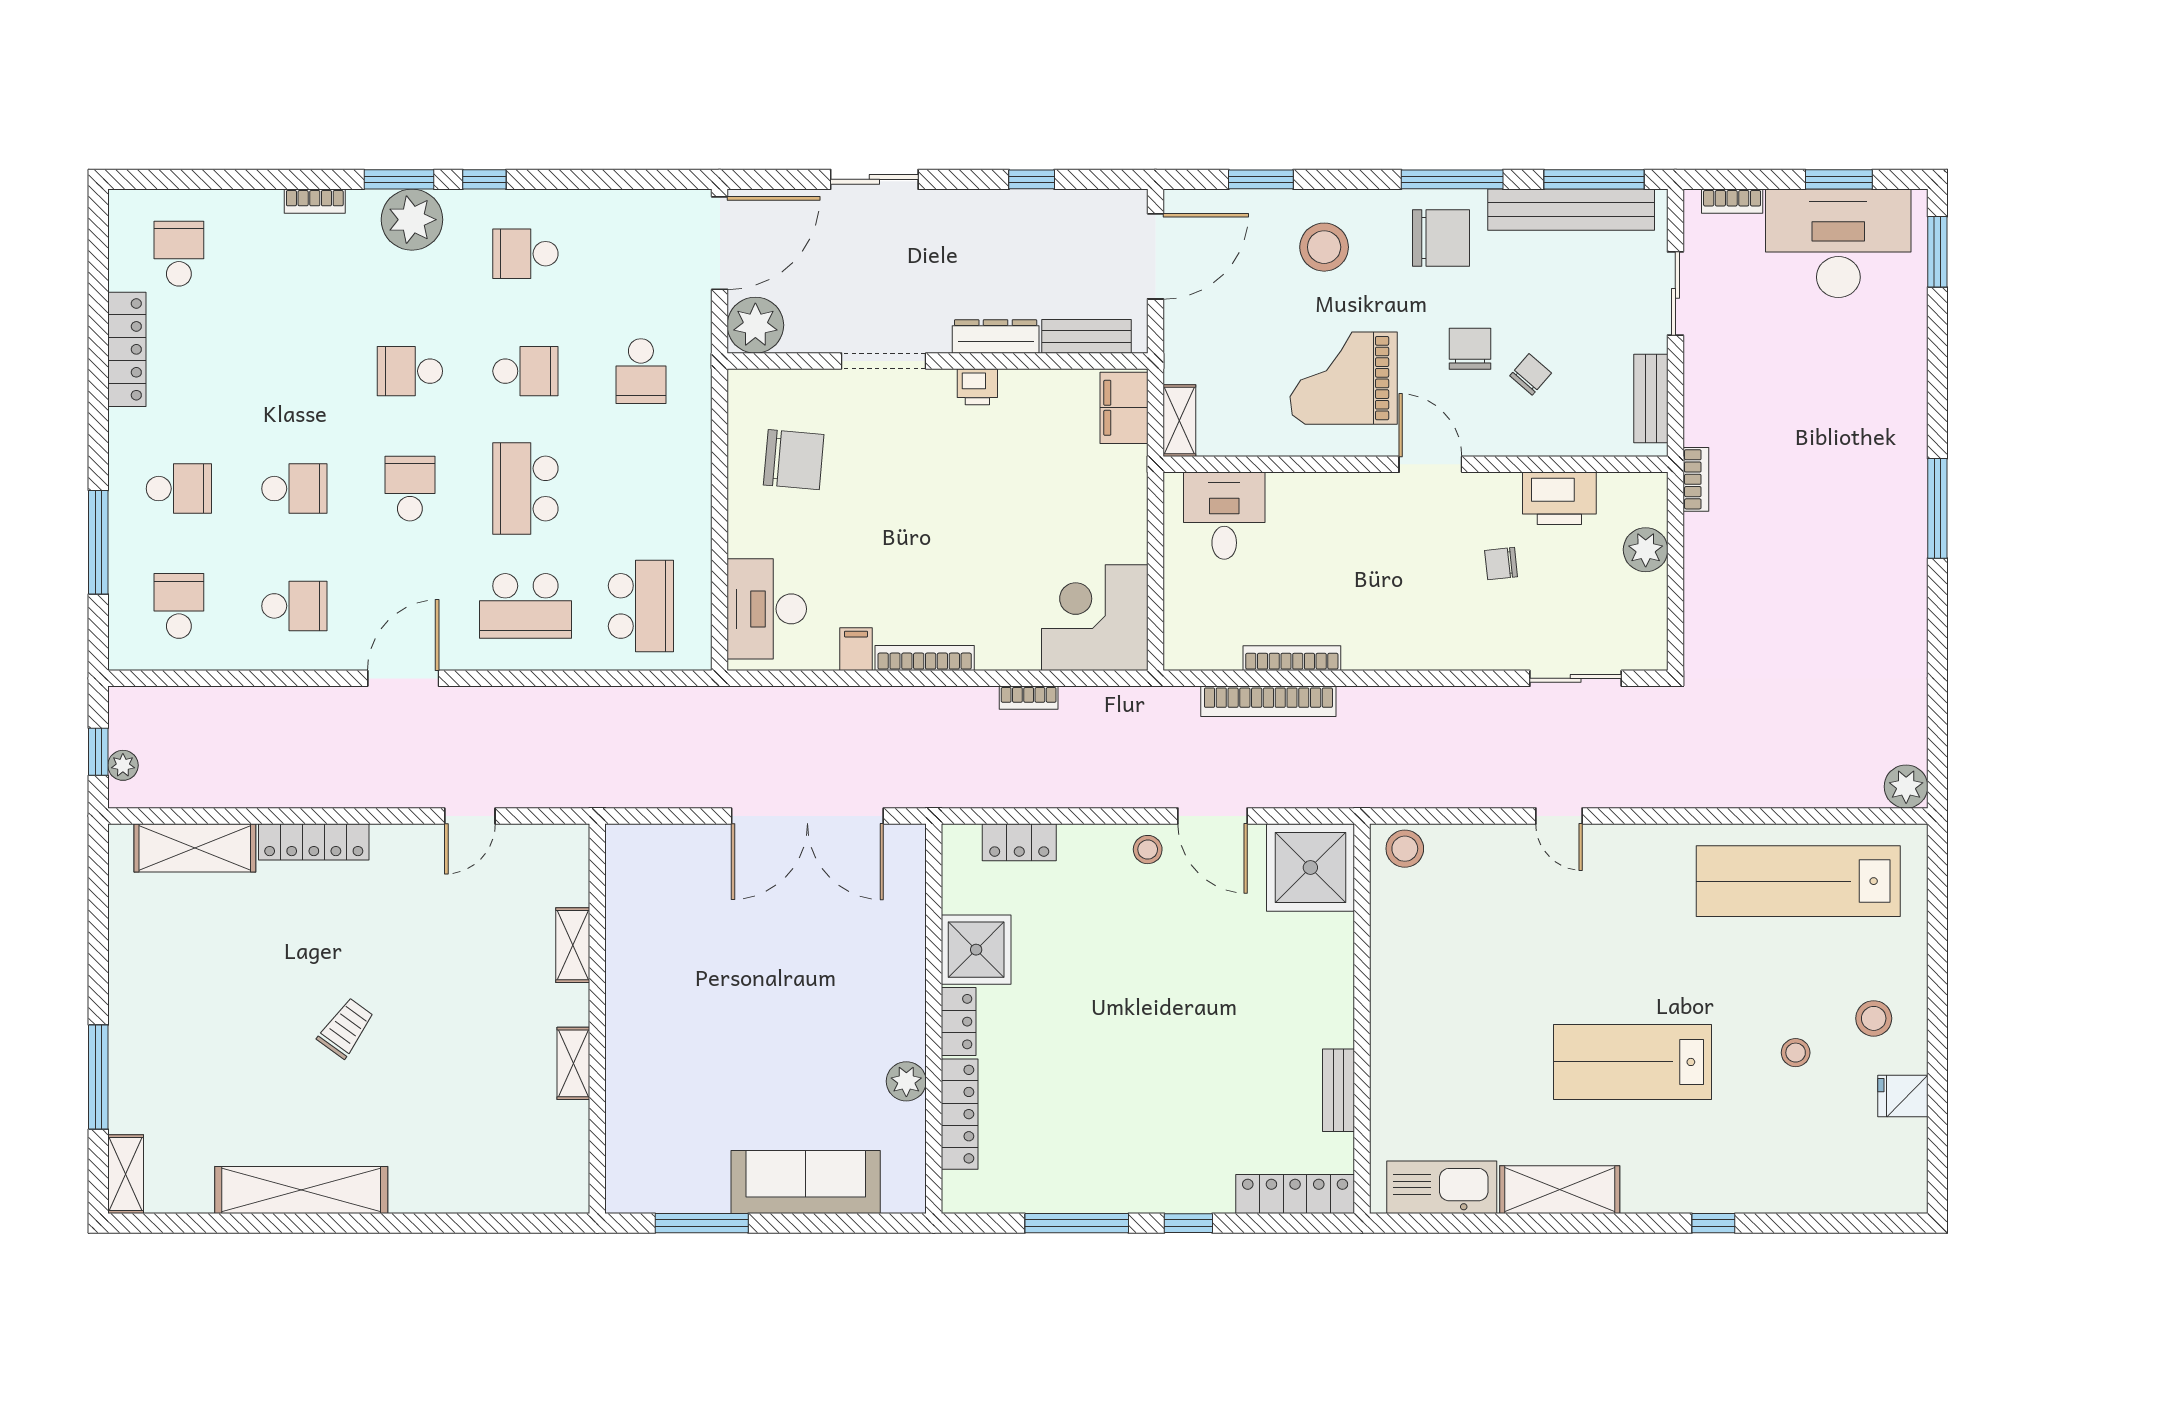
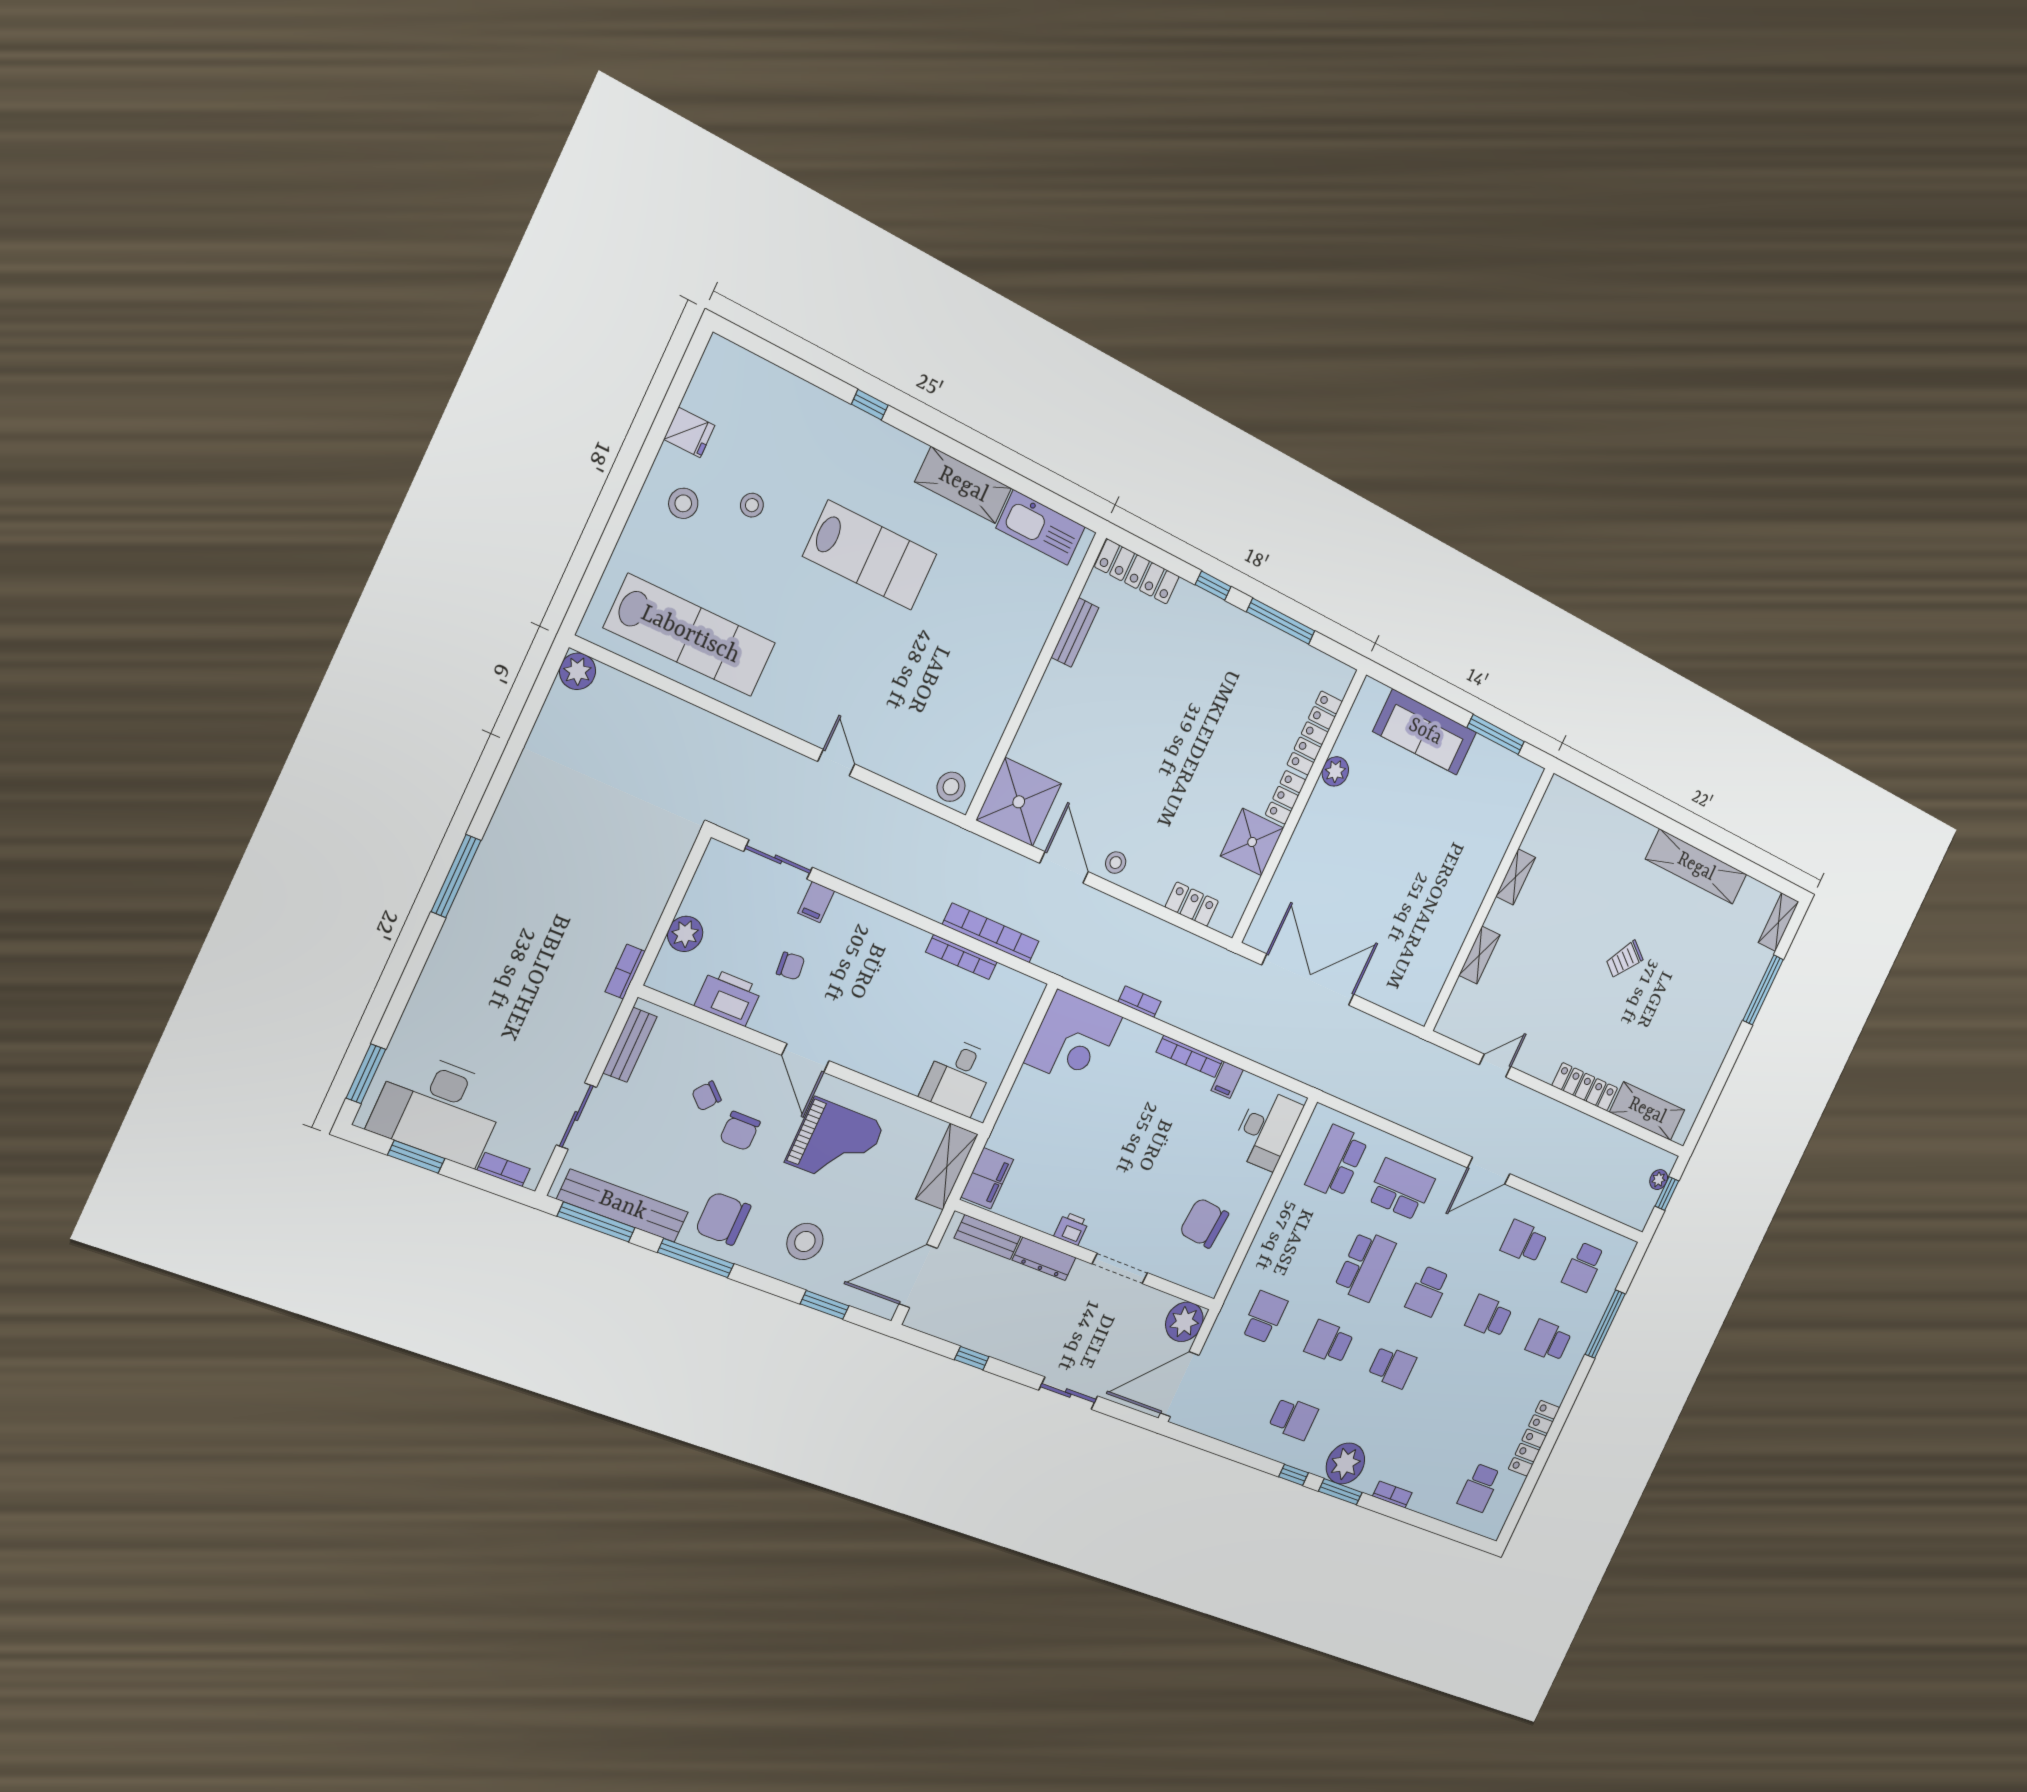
shelving: (1179, 421) -> (947, 1167), width x1.50, depth x1.33
filing cabinet: (1506, 649) -> (816, 902), added

